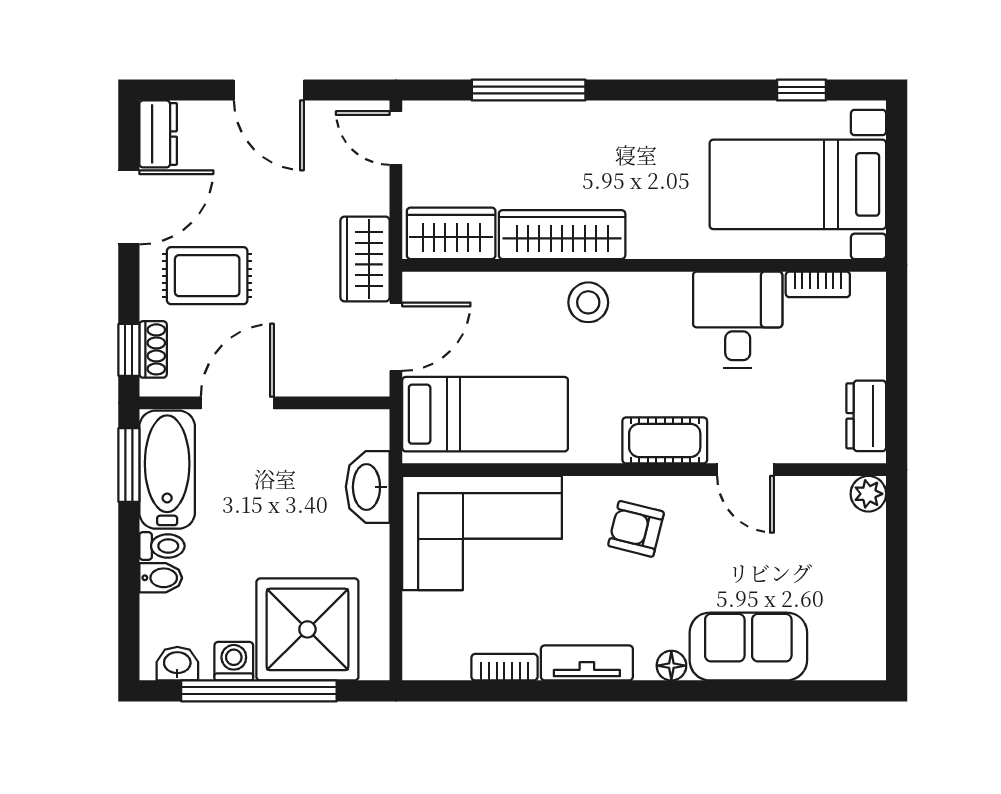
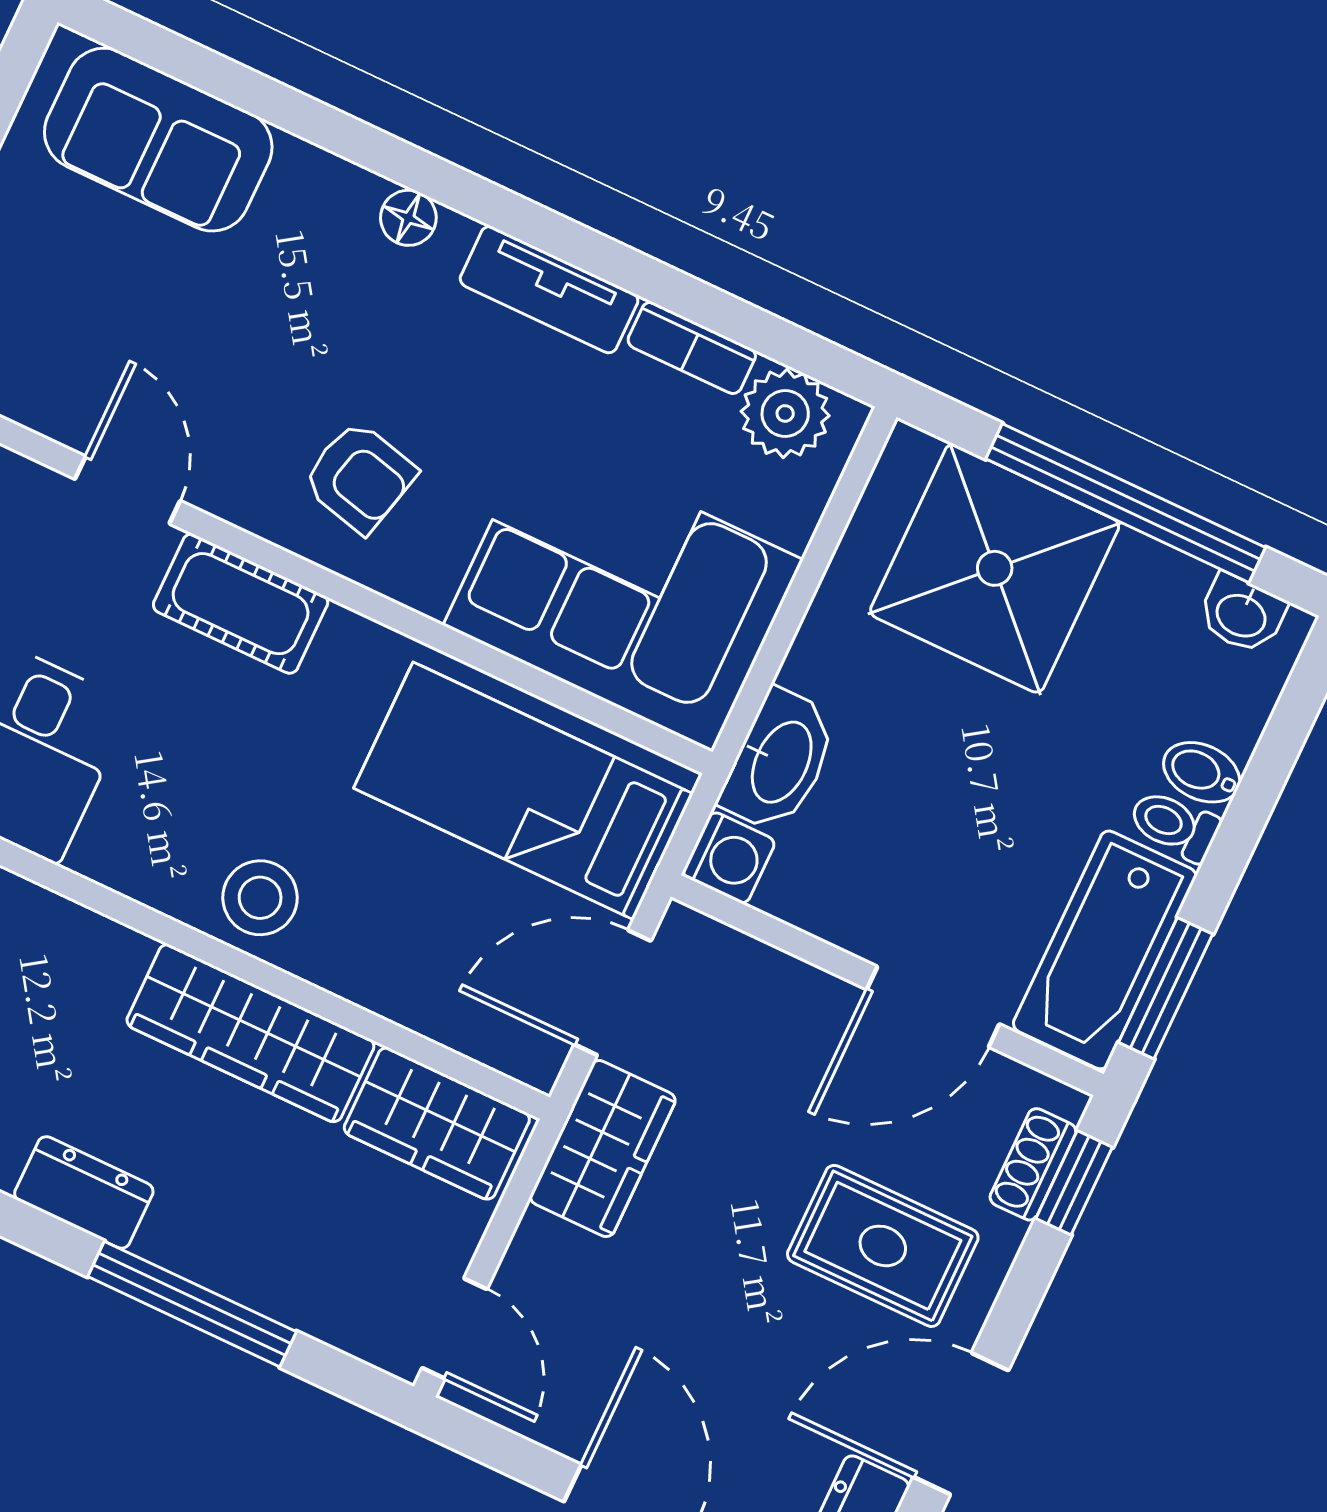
dresser: (606, 119) -> (84, 1192), added
sofa: (748, 646) -> (158, 140), moved
plant: (444, 657) -> (785, 413), added
washing machine: (234, 661) -> (729, 858), moved, turned -90

